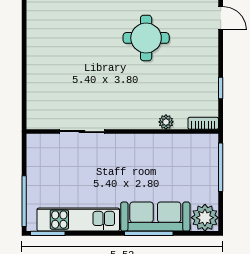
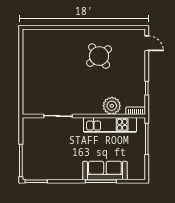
round table: (146, 38) -> (99, 56), turned -38
plant: (166, 122) -> (112, 106), width x1.87, depth x1.87
plant: (205, 218) -> (137, 171), removed
kitchen unit: (78, 220) -> (110, 125), moved, turned 180

